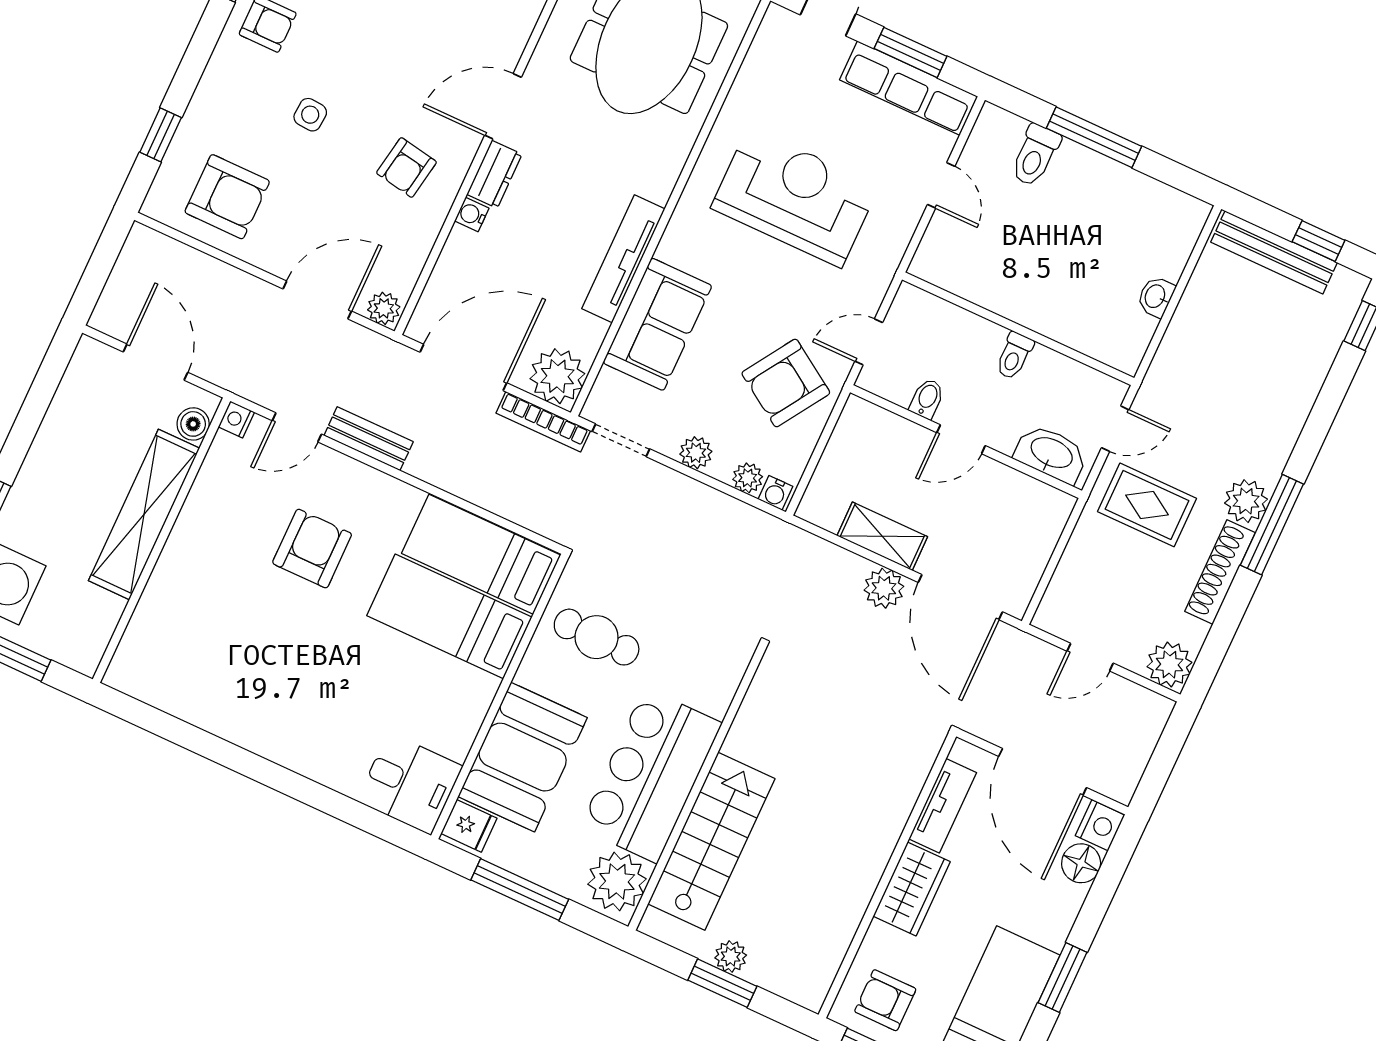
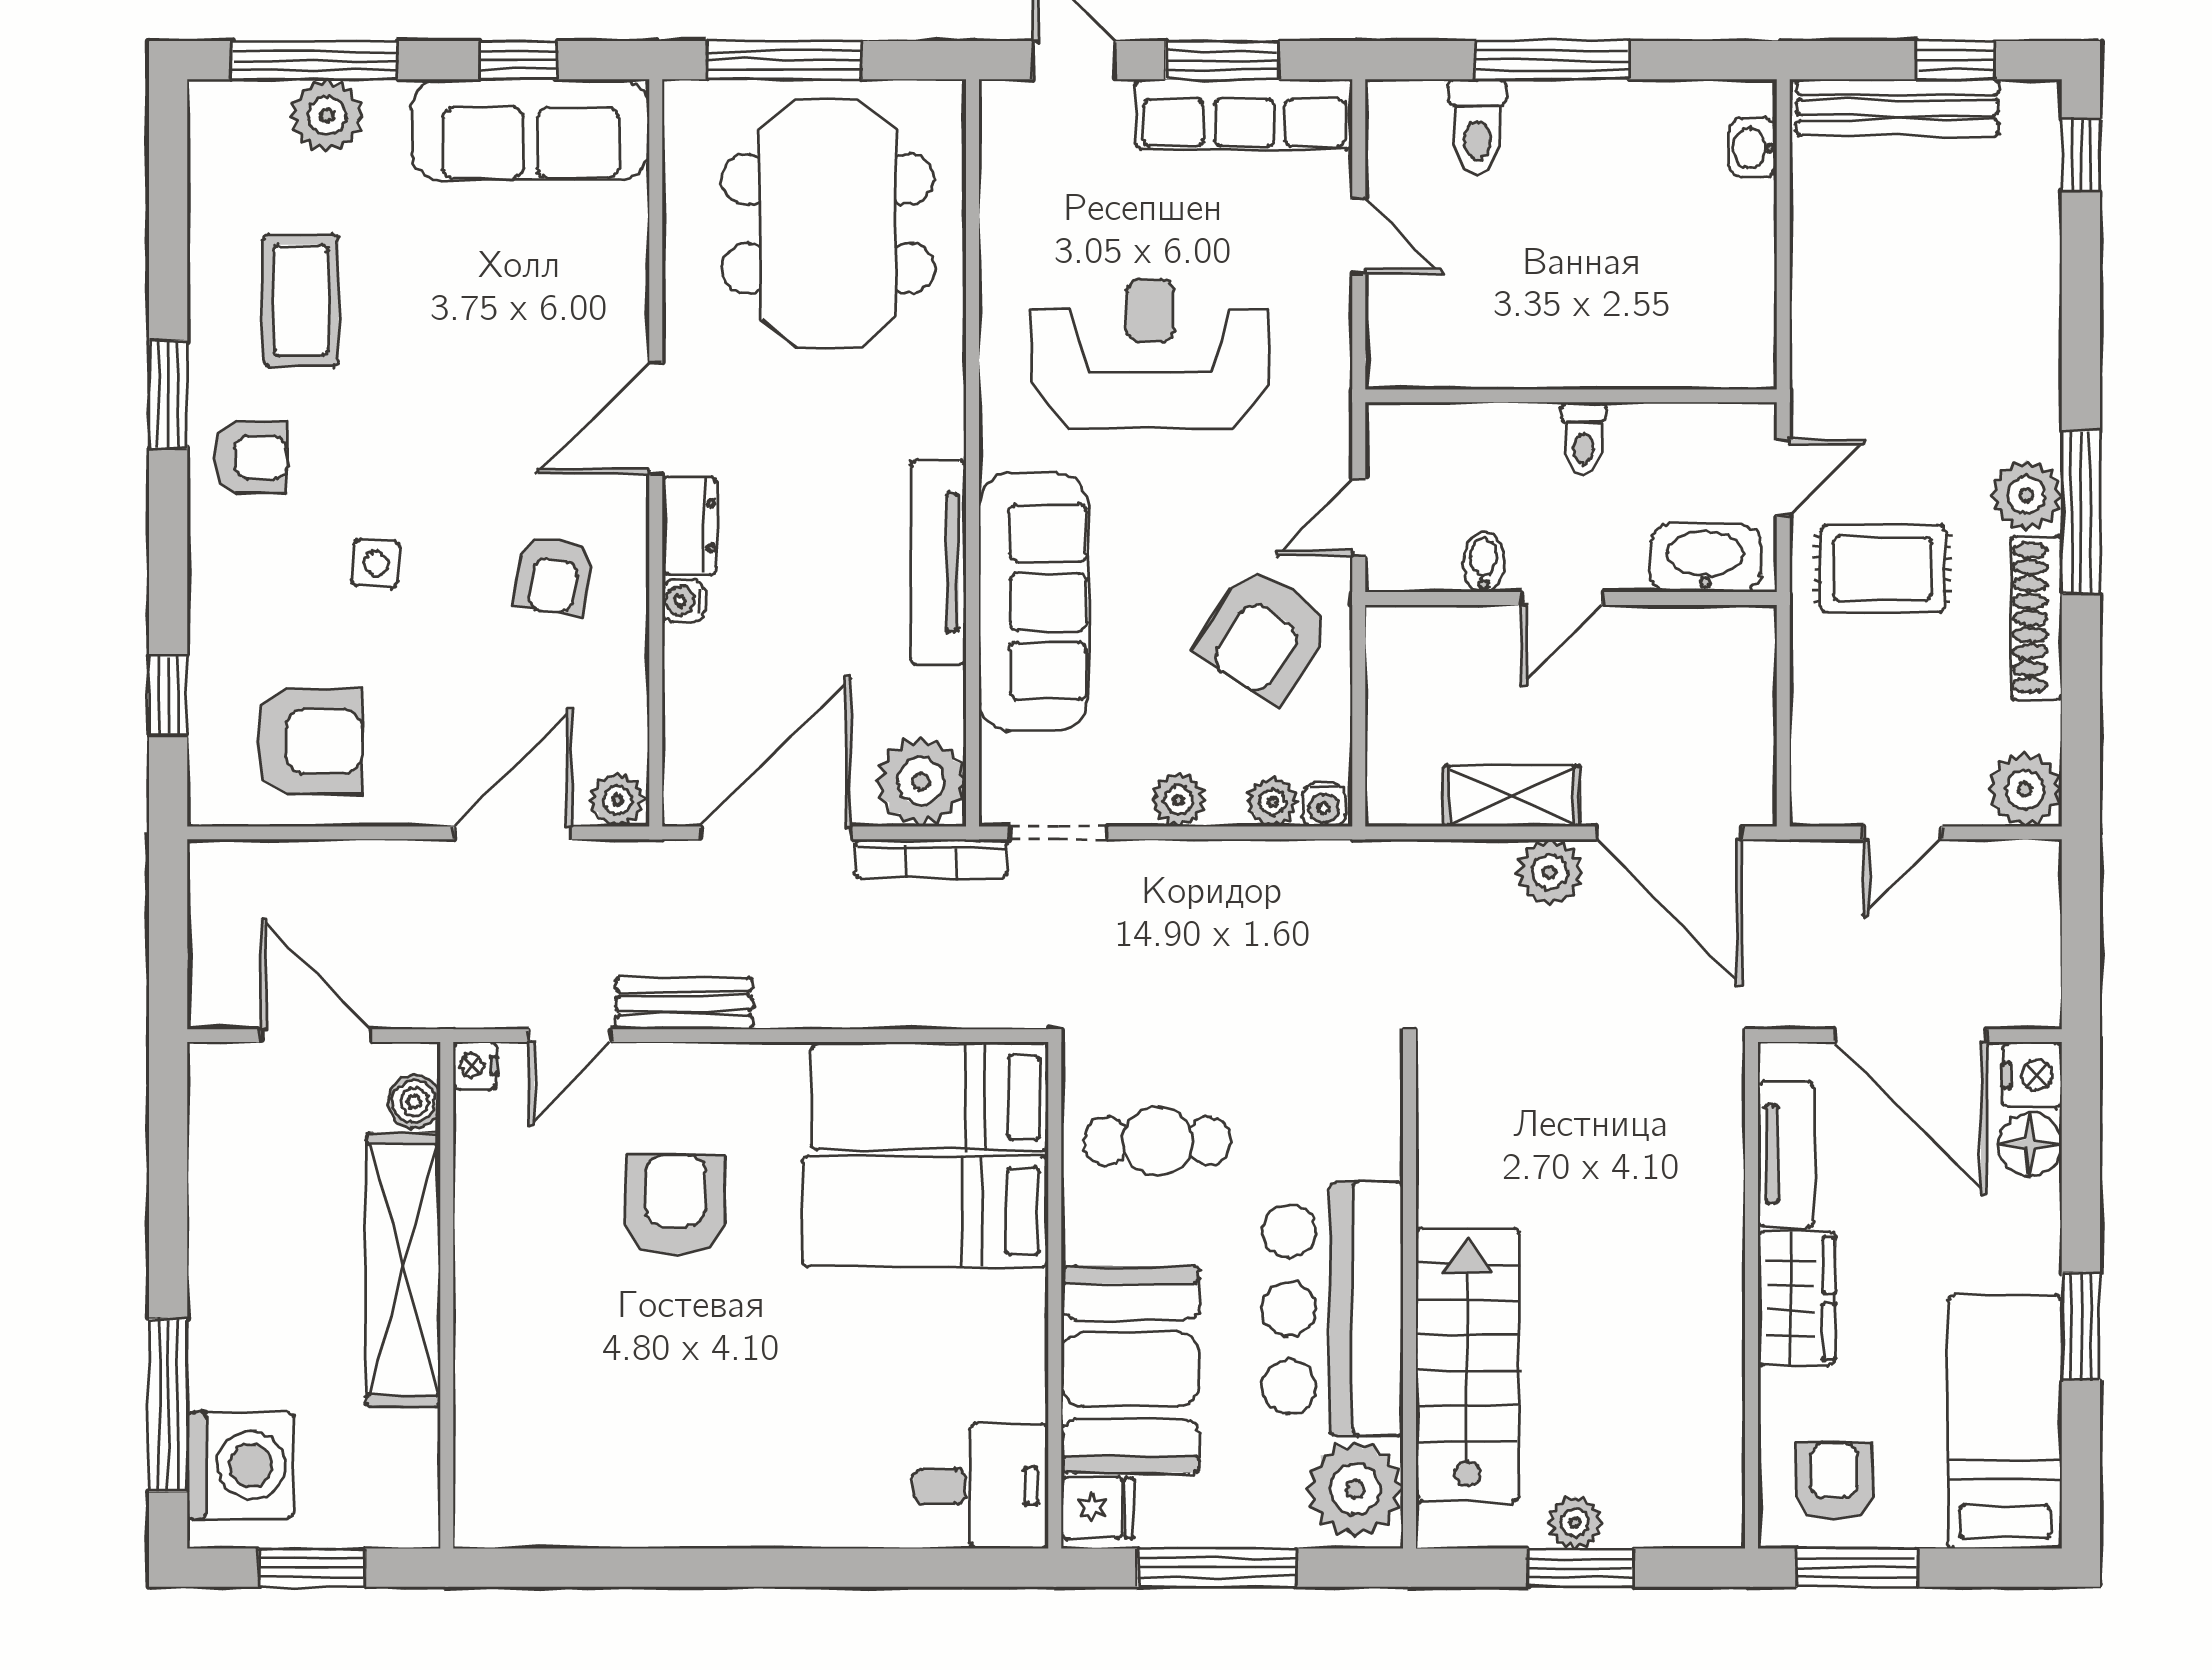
washbasin: (1156, 297) -> (1753, 148), moved
sofa: (657, 324) -> (1034, 602), width x1.36
armchair: (885, 1000) -> (1834, 1481), turned 90

